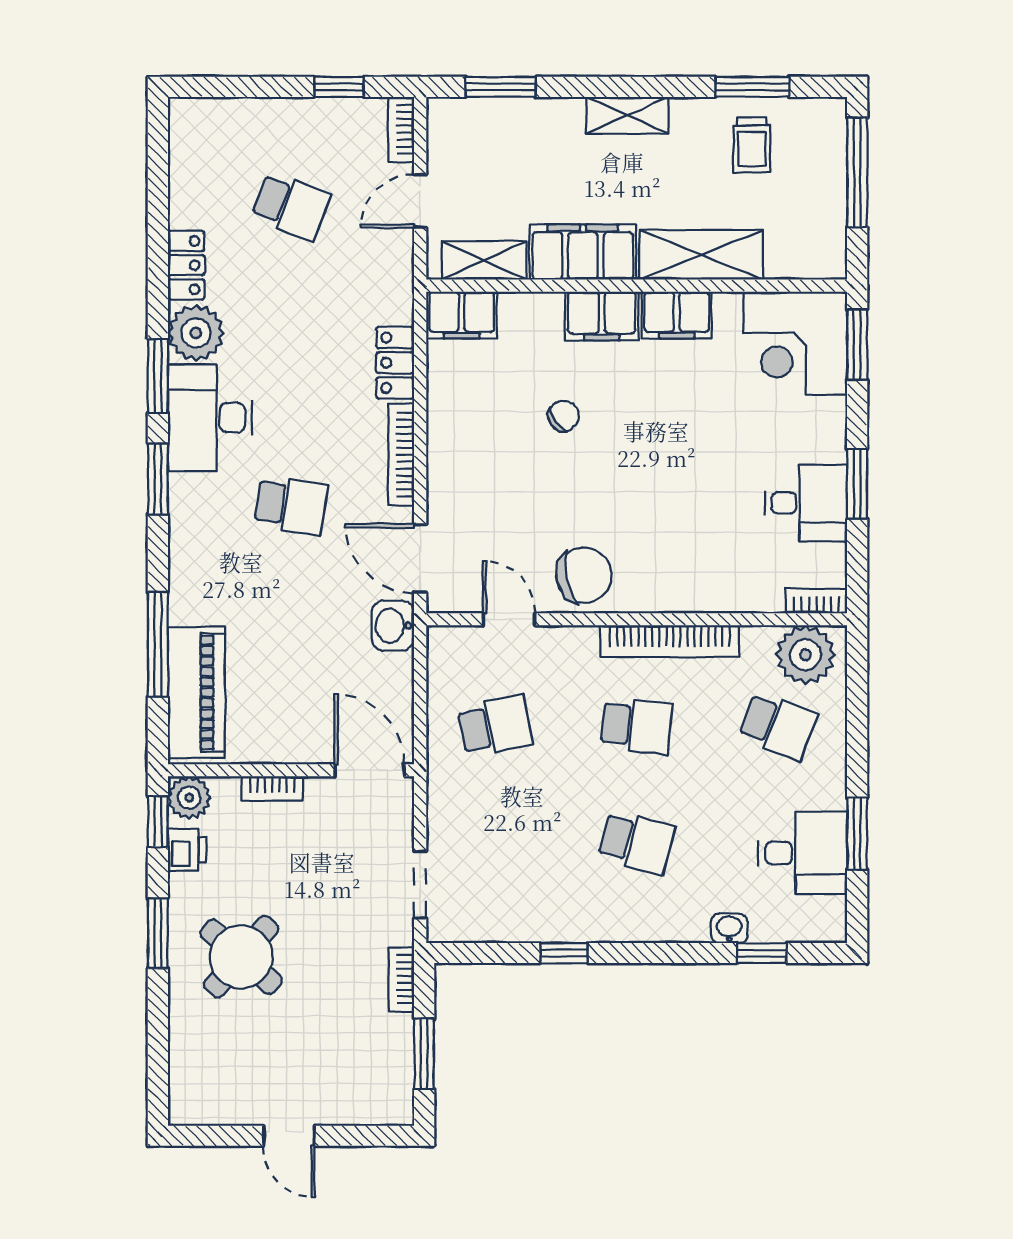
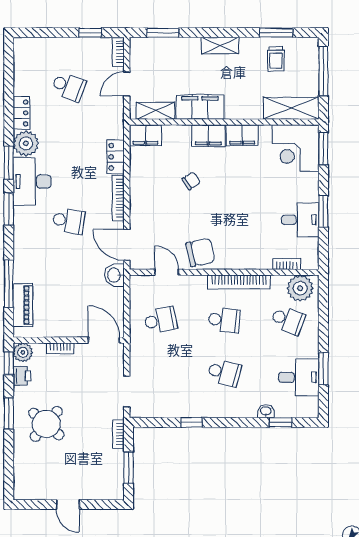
shelving: (701, 255) -> (291, 108), moved
bookcase: (816, 601) -> (287, 264), moved
piano: (196, 692) -> (23, 305), width x0.73, depth x0.75

